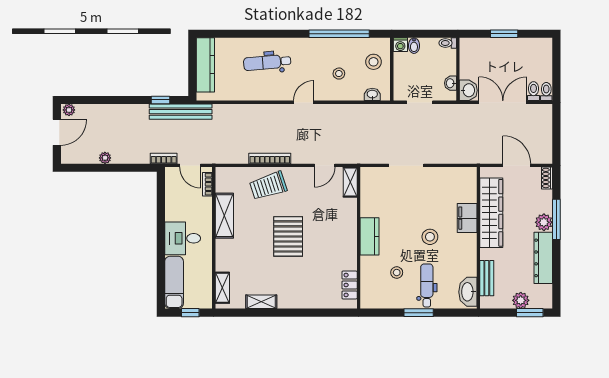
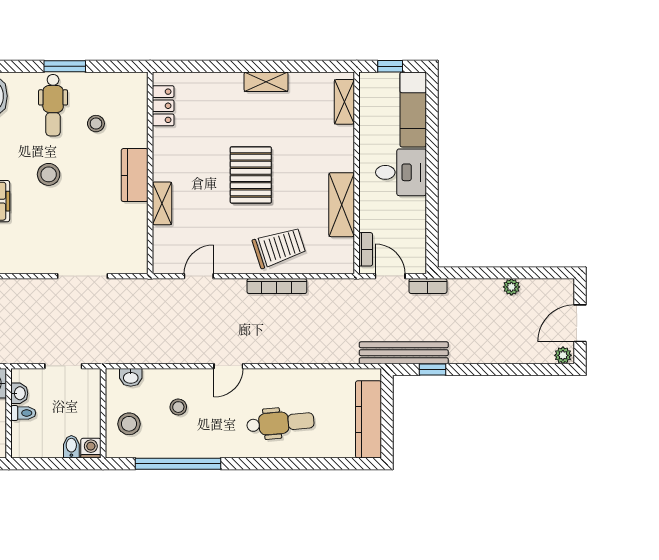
toilet: (448, 43) -> (23, 413), moved
shelving: (350, 182) -> (162, 203), moved
shelving: (261, 302) -> (266, 82), moved

